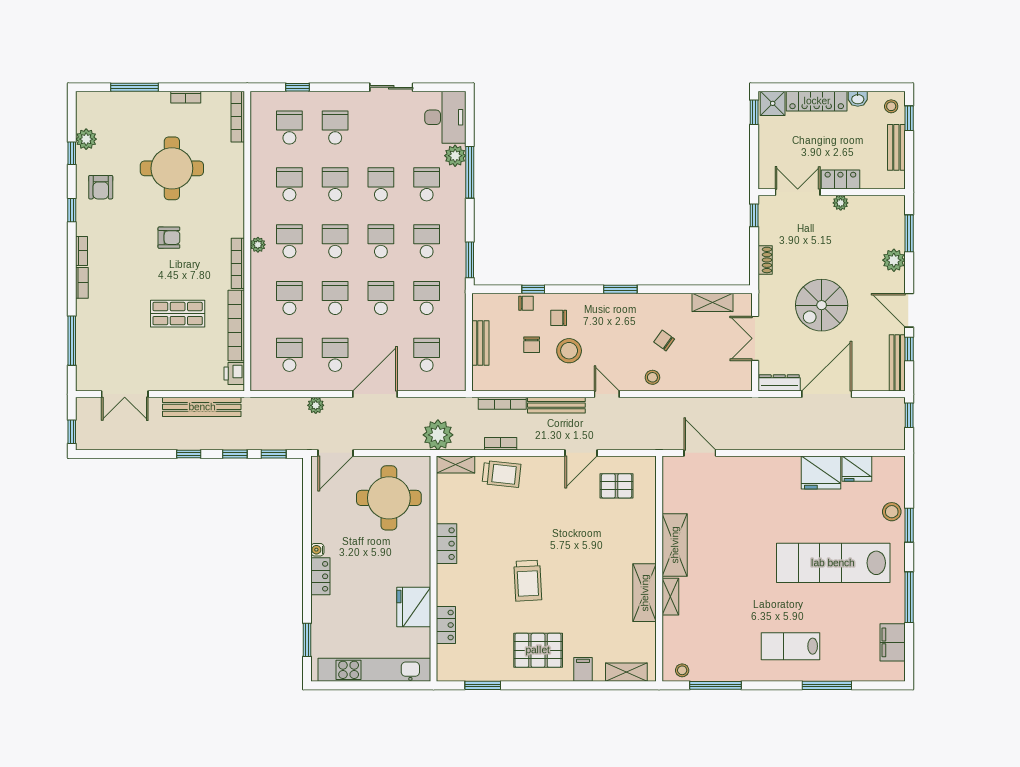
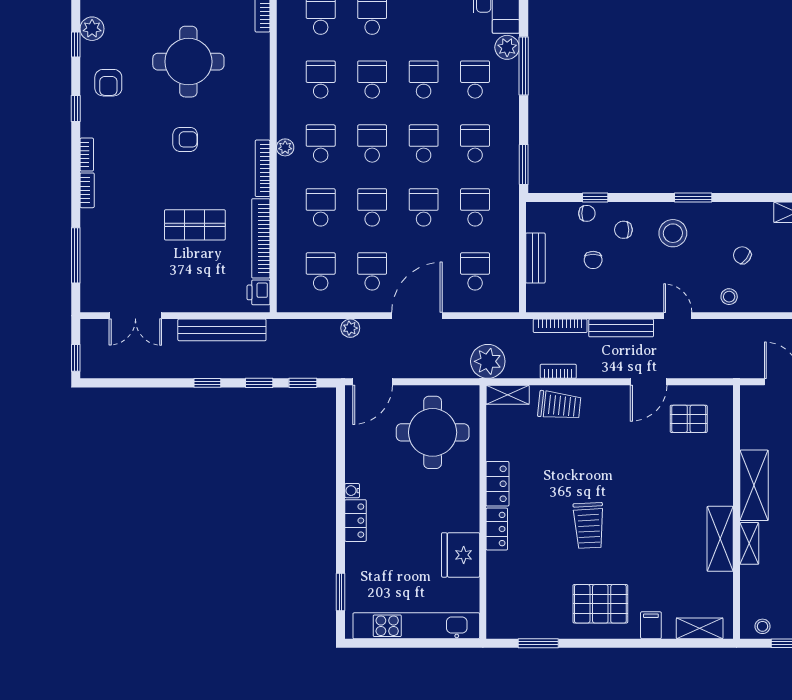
stool: (569, 351) -> (673, 233), moved
locker: (446, 625) -> (497, 529), moved

